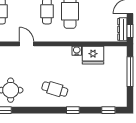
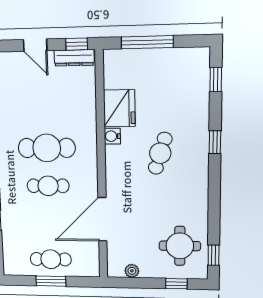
door: (27, 44) -> (102, 219), width x1.88
cafe table: (55, 89) -> (160, 153), moved

